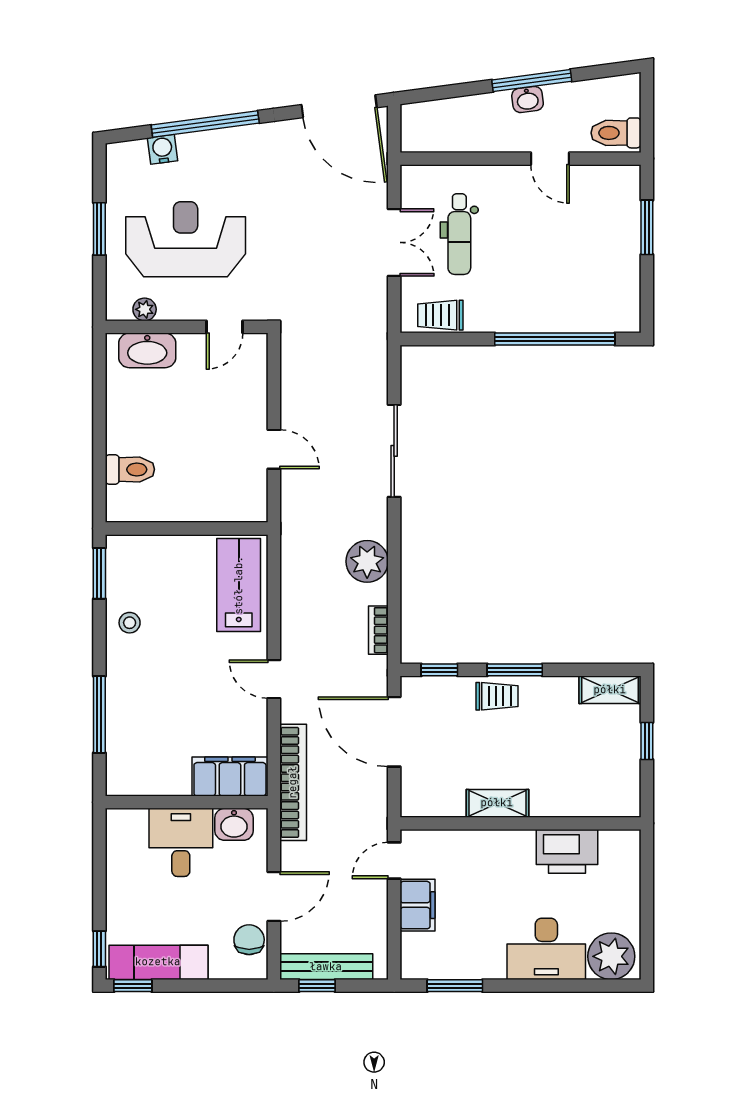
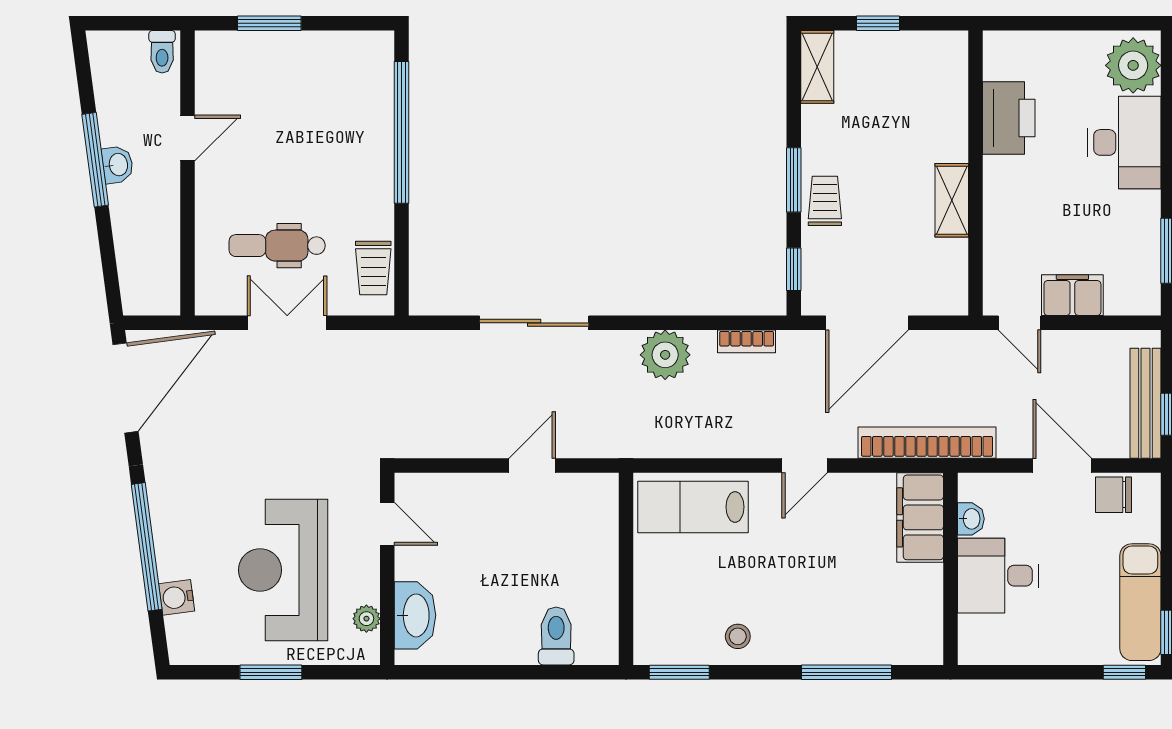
toilet: (616, 133) -> (162, 52), width x0.73, depth x0.72
dental chair: (459, 234) -> (277, 246), turned 180
washbasin: (234, 824) -> (971, 519), width x0.72, depth x0.69

